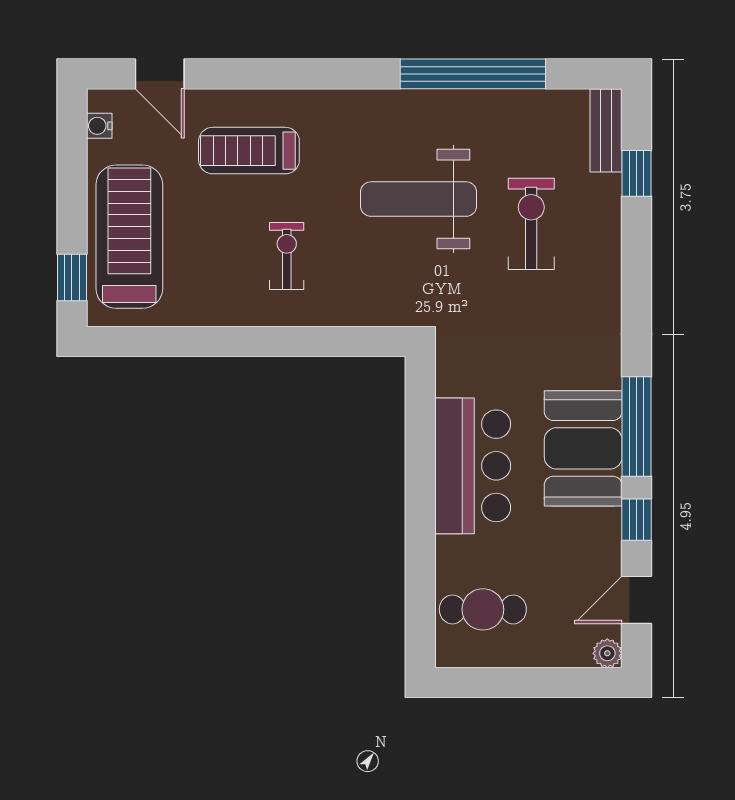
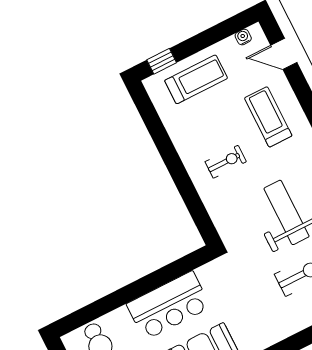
door: (160, 74) -> (284, 54), hinge flipped
treadmill: (129, 237) -> (196, 79), width x0.73, depth x0.73

